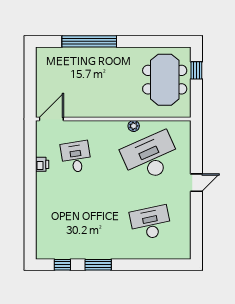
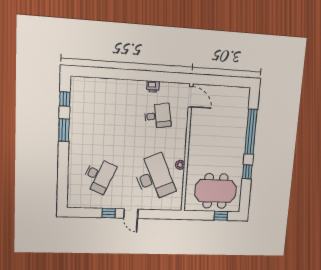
window: (139, 41) -> (247, 172), added
window: (196, 209) -> (109, 213), added
desk: (151, 223) -> (99, 176), turned 36

